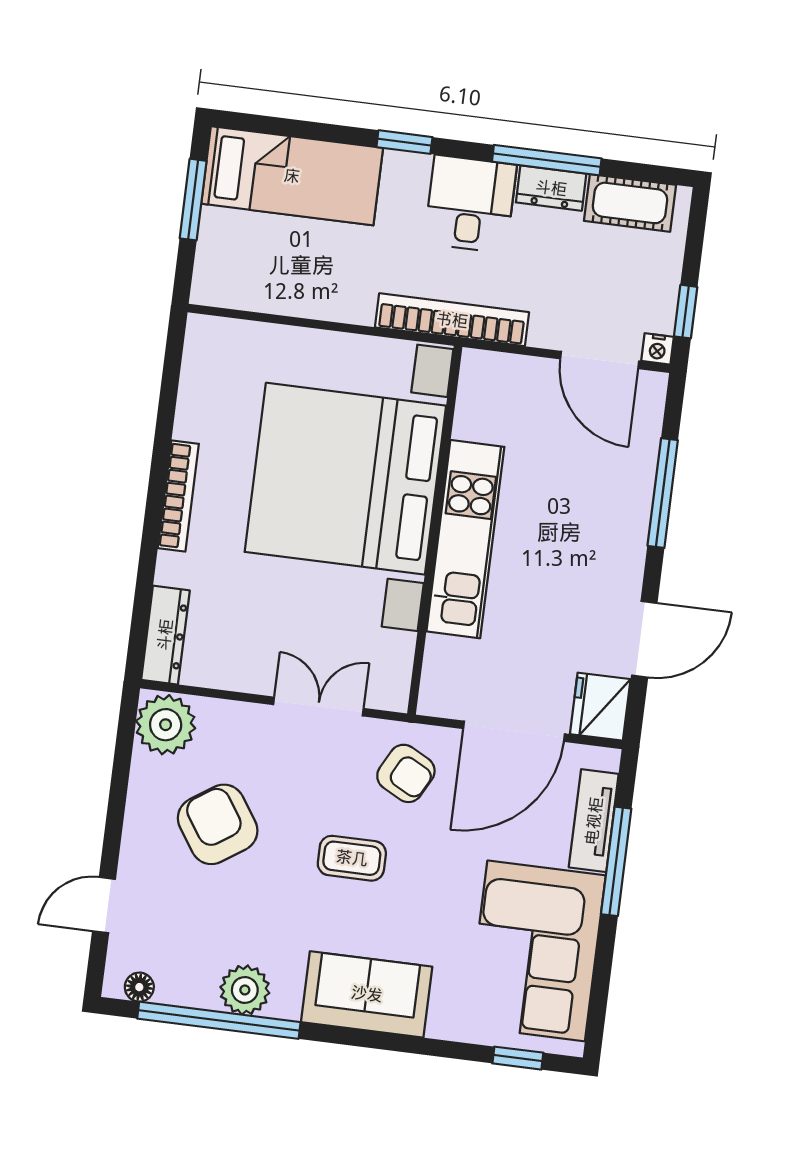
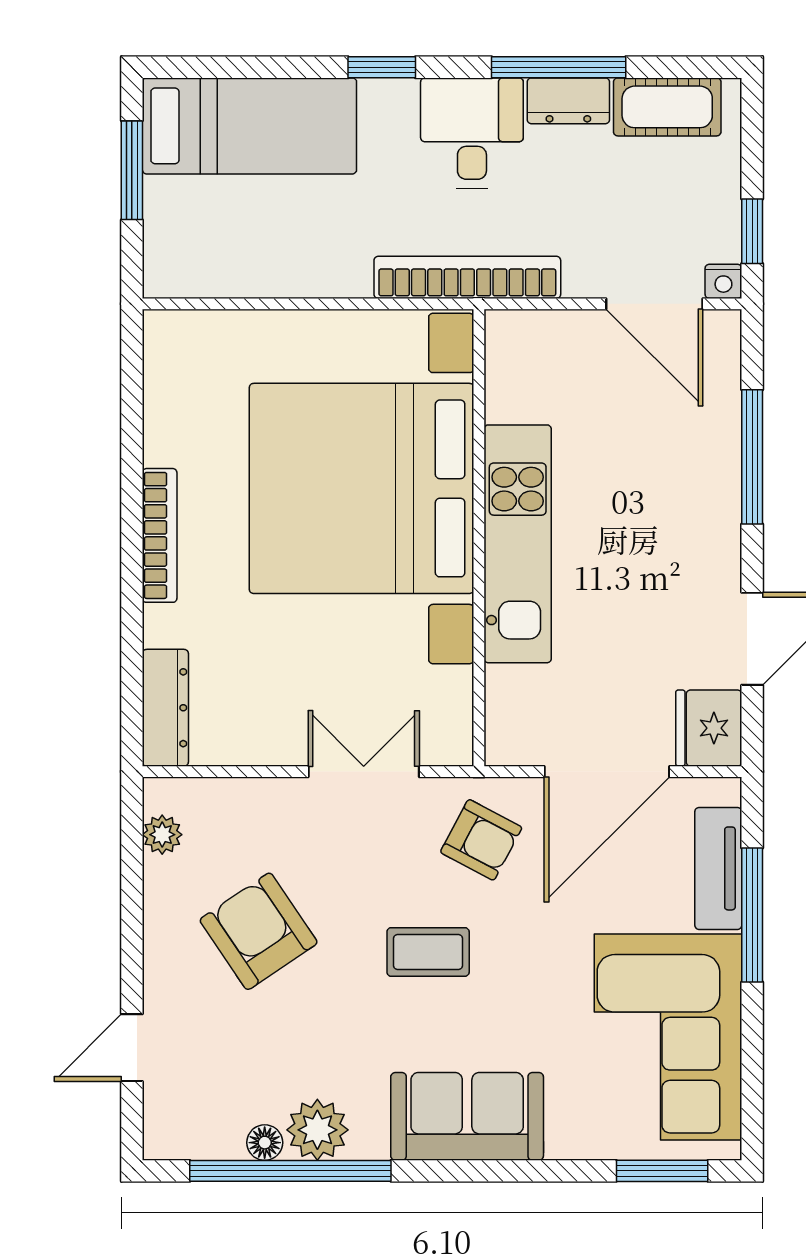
plant: (166, 725) -> (162, 835), width x0.53, depth x0.53
floor lamp: (139, 987) -> (265, 1143), moved
window: (518, 1058) -> (662, 1171), width x1.50

